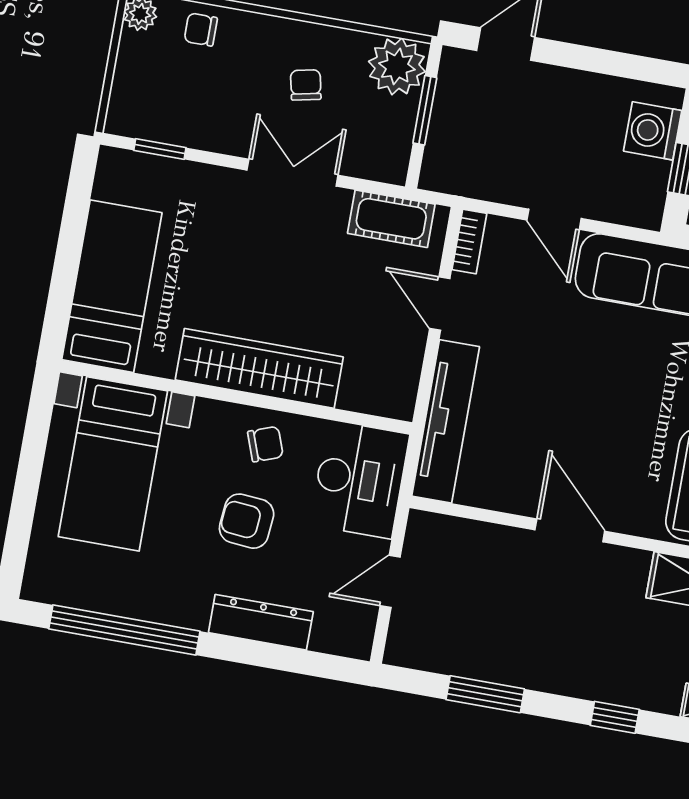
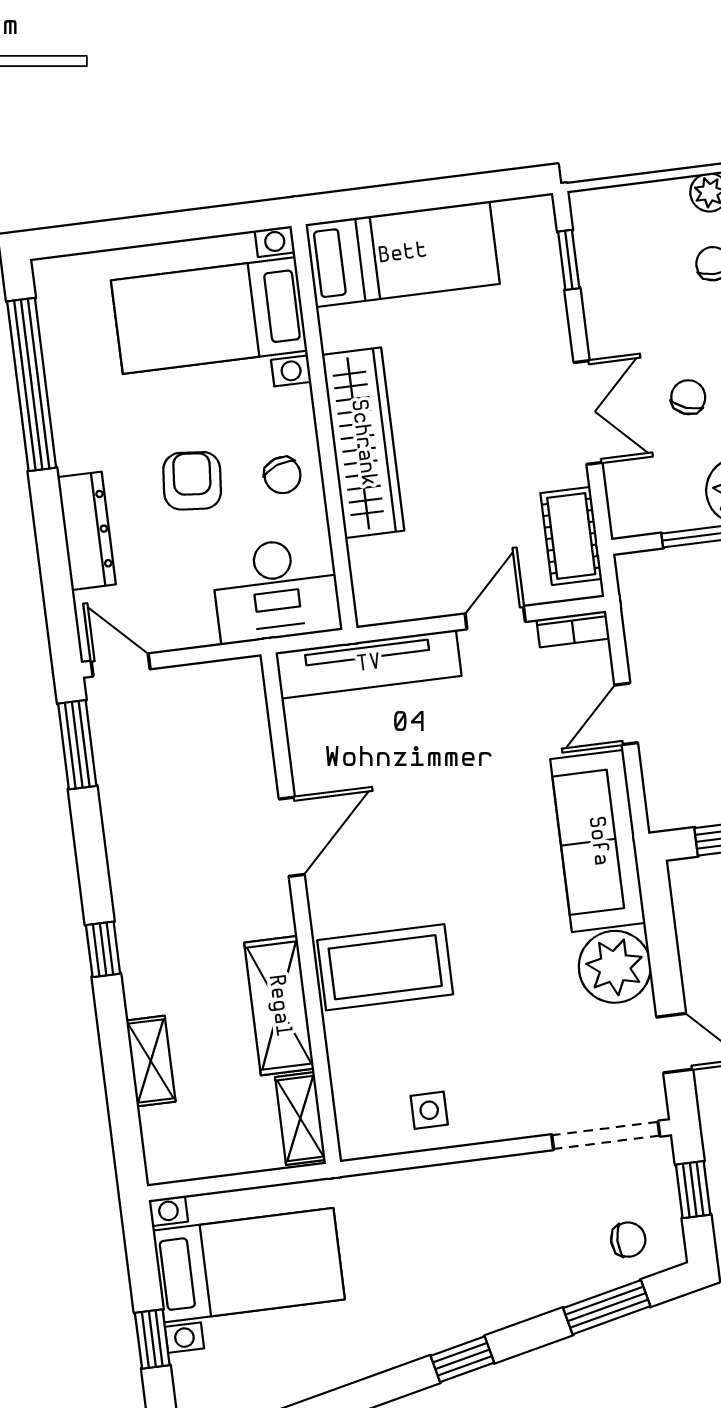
chair: (306, 85) -> (688, 397), turned -58
door: (390, 581) -> (121, 665), moved
window: (485, 694) -> (77, 745), moved

